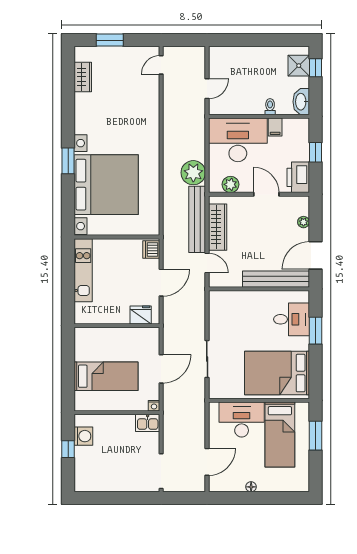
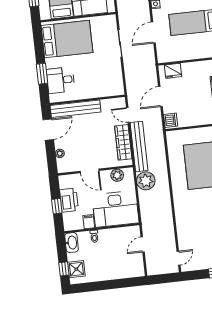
printer: (298, 177) -> (69, 200), moved

